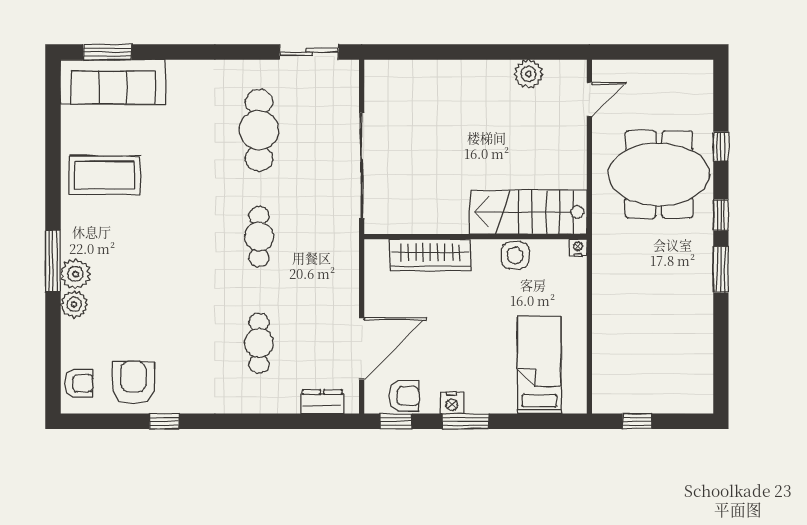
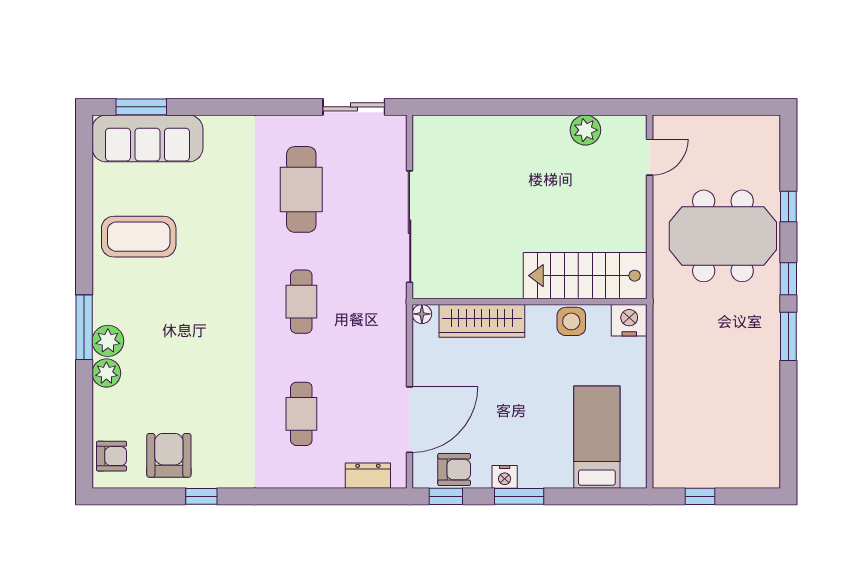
floor lamp: (373, 248) -> (422, 314), added
nightstand: (578, 248) -> (629, 320), width x1.89, depth x1.79

